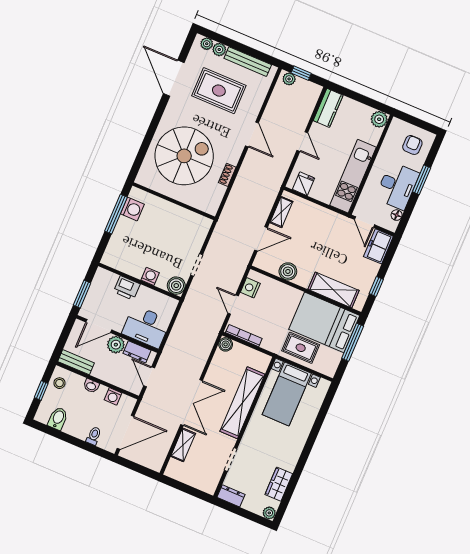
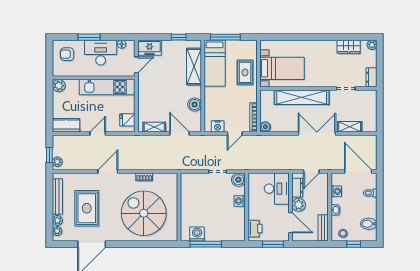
printer: (127, 288) -> (255, 229), moved
bed: (324, 322) -> (215, 63), width x0.67

